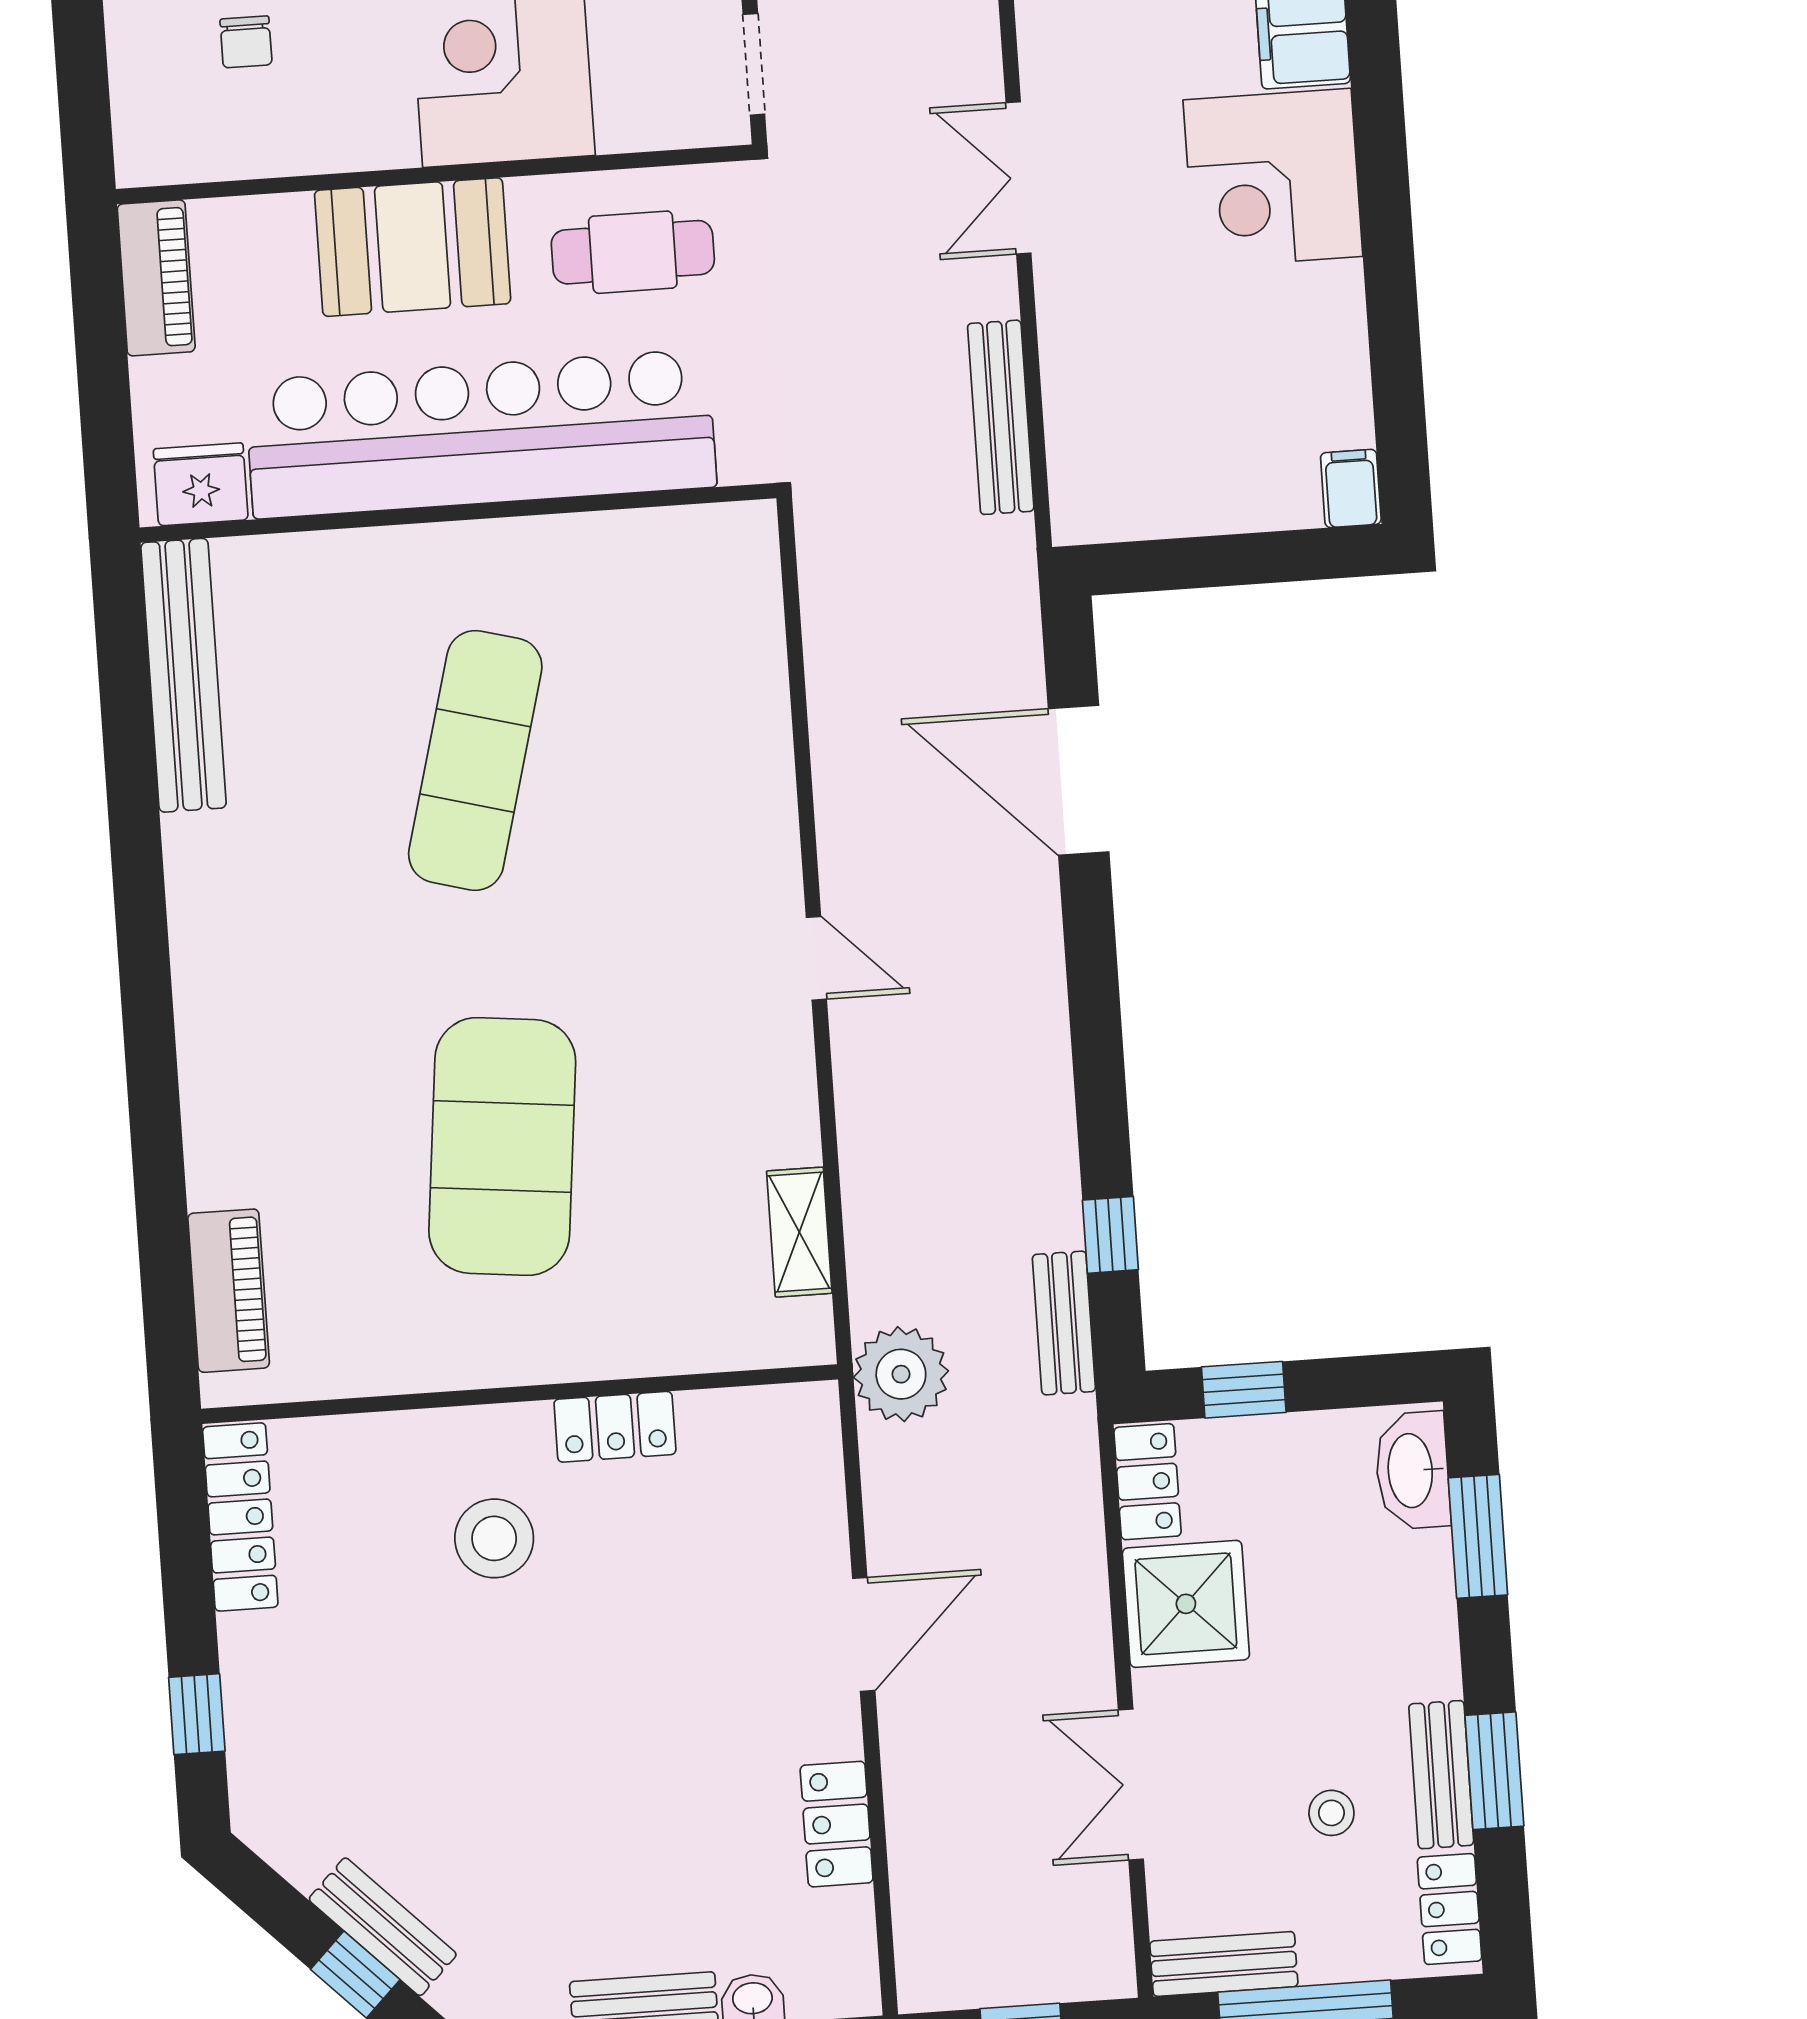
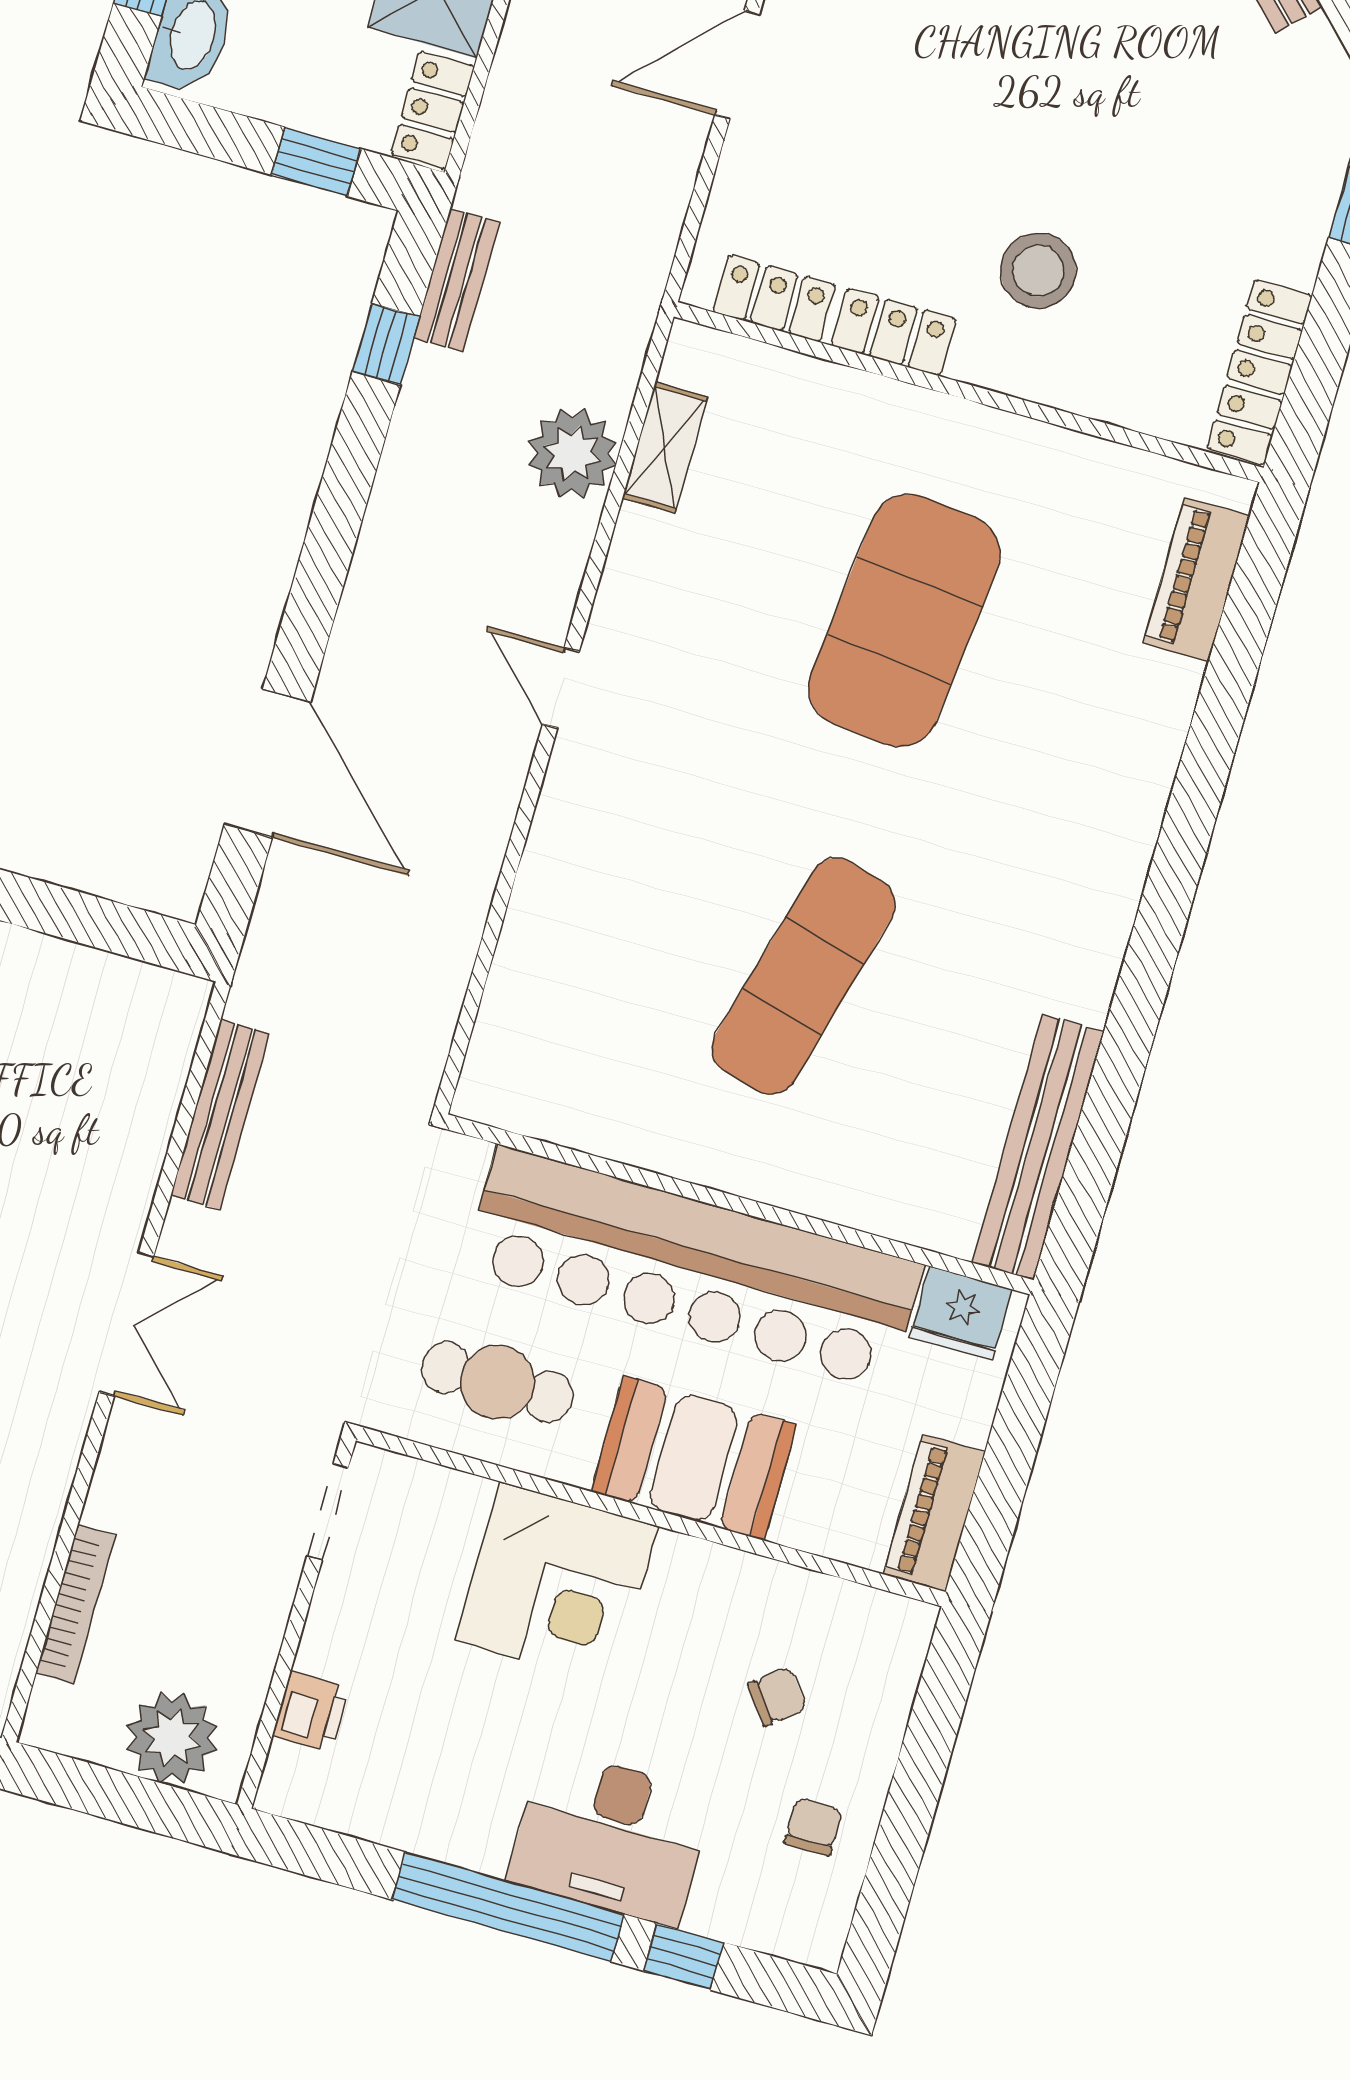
chair: (246, 42) -> (777, 1696), turned 52
plant: (901, 1374) -> (572, 453), moved
locker: (744, 1417) -> (774, 298), added

